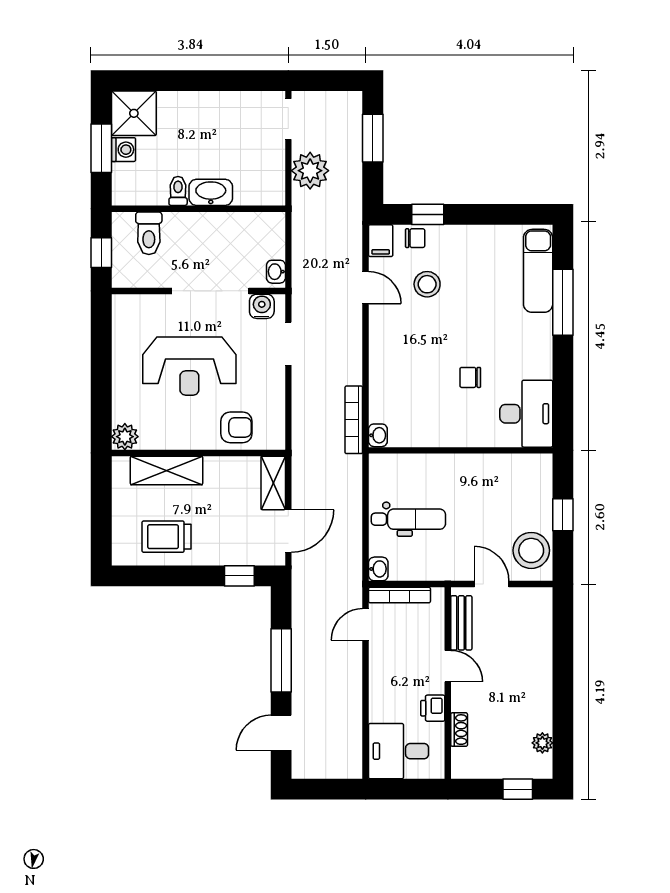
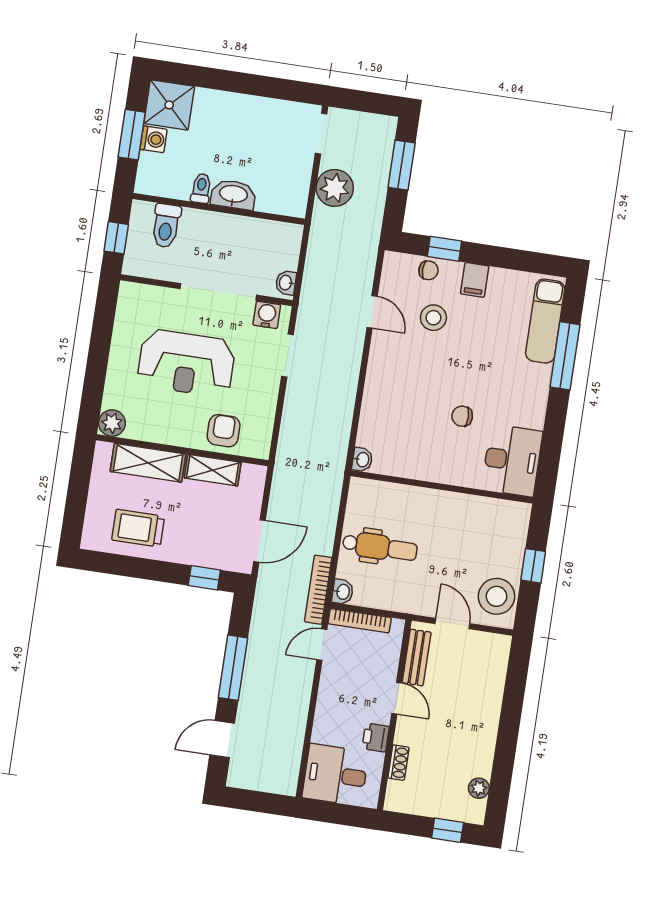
filing cabinet: (381, 241) -> (475, 280), moved
bookcase: (354, 420) -> (318, 590), moved
armchair: (236, 427) -> (224, 431), turned -90
shelving: (273, 483) -> (213, 470), moved, turned 90

